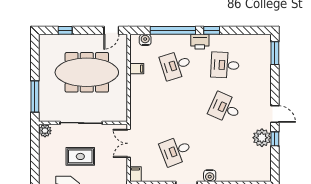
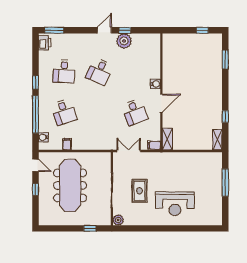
window: (65, 30) -> (35, 190), moved
printer: (200, 42) -> (45, 43), moved
window: (35, 97) -> (90, 228), width x0.46
double door: (129, 143) -> (129, 151), swing flipped

